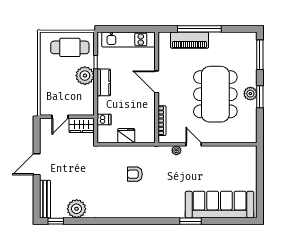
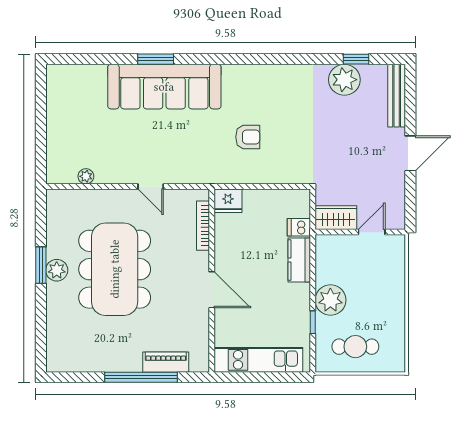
piano: (189, 40) -> (166, 362), width x0.73, depth x0.75
cafe table: (70, 47) -> (355, 347), width x0.73, depth x0.74
window: (260, 55) -> (41, 334), removed
kitchen counter: (104, 82) -> (299, 260), moved
fridge: (126, 136) -> (228, 201), moved
plant: (176, 150) -> (86, 176), moved
sofa: (220, 205) -> (164, 87), moved
window: (56, 221) -> (356, 59), moved

